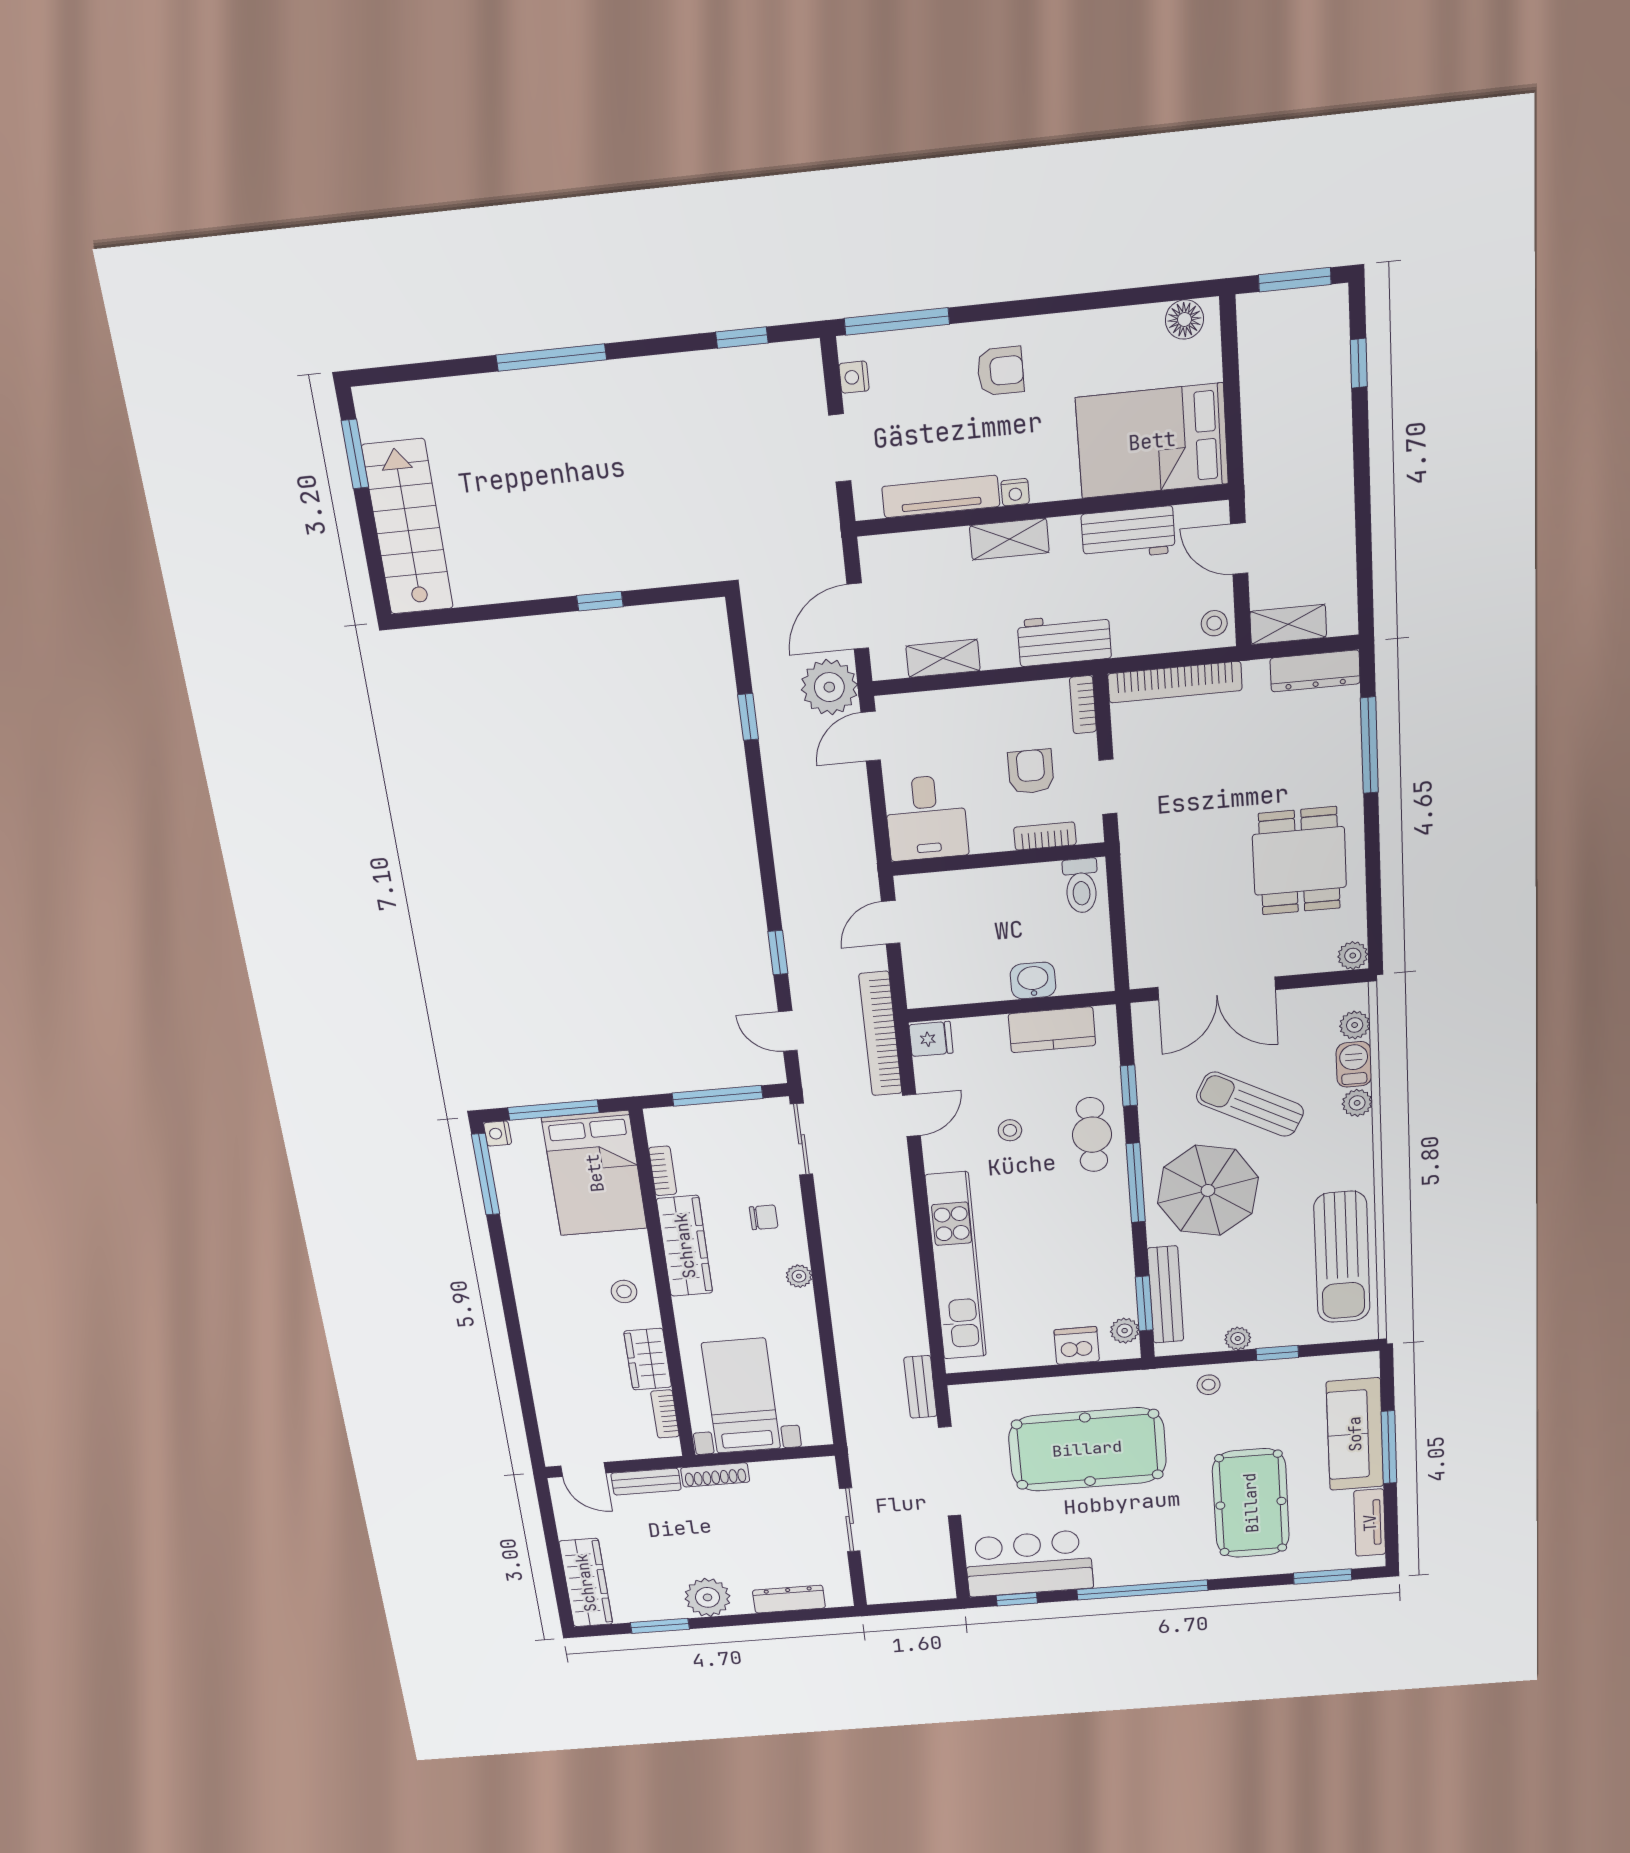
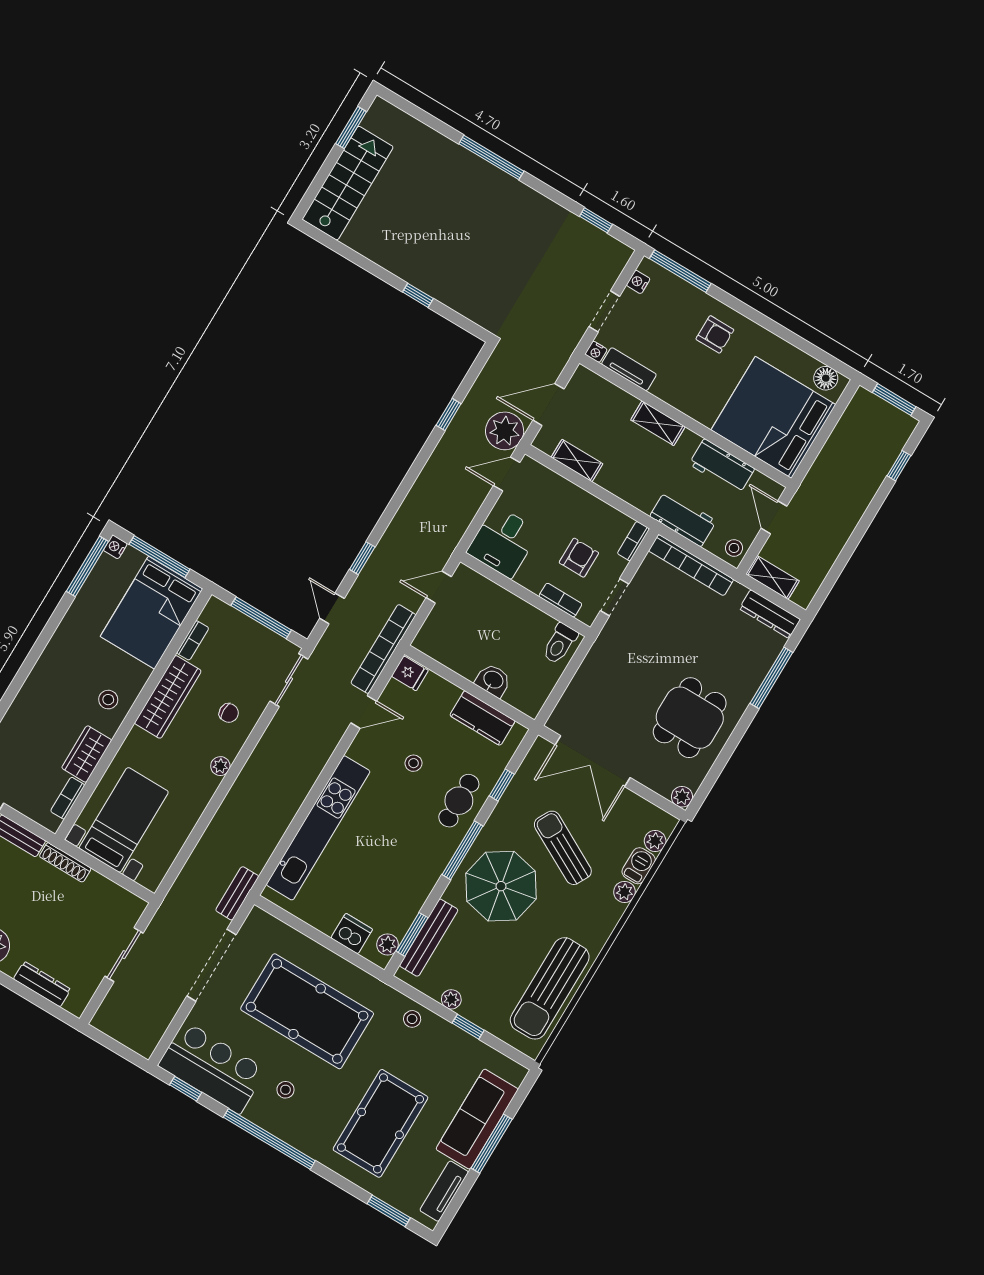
bed: (1152, 441) -> (773, 417), width x1.36
nightstand: (1015, 492) -> (596, 352), moved
tv unit: (941, 497) -> (629, 369), width x0.71
workbench: (1064, 639) -> (683, 519), moved
stool: (1123, 1536) -> (285, 1090), added

